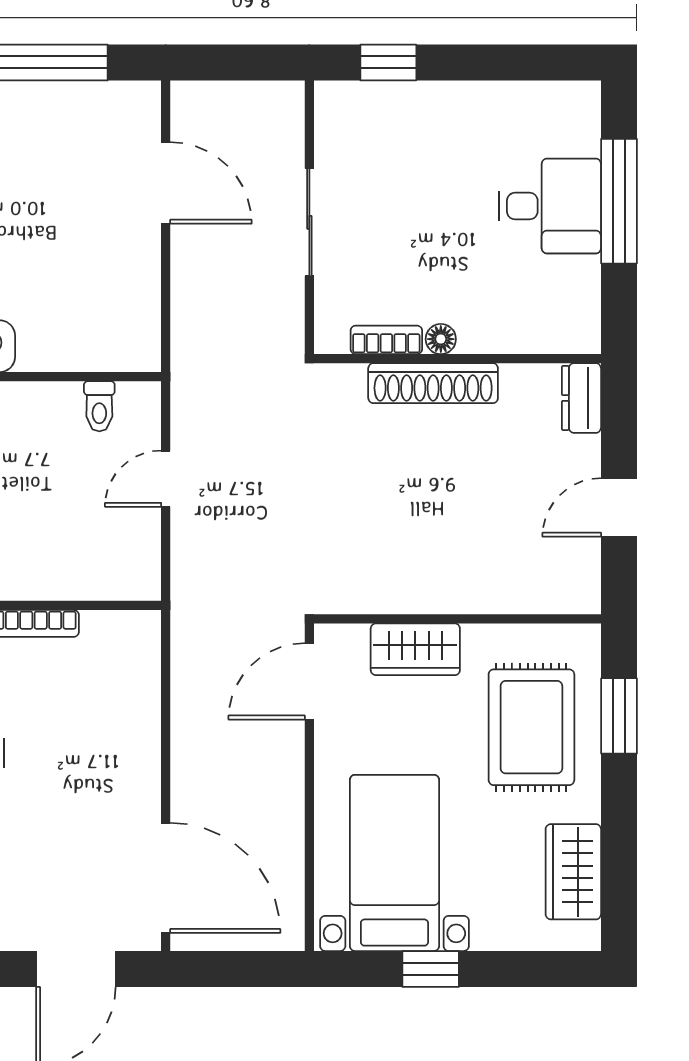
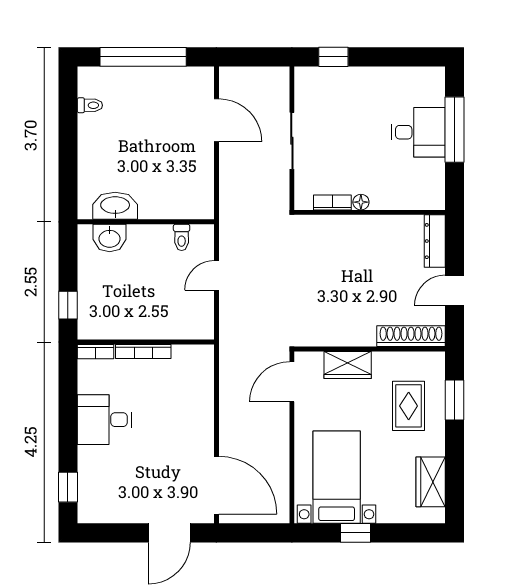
shoe rack: (433, 383) -> (411, 336), moved, turned 180
dresser: (581, 398) -> (435, 241), width x1.44
rug: (531, 727) -> (409, 406), width x0.73, depth x0.70

